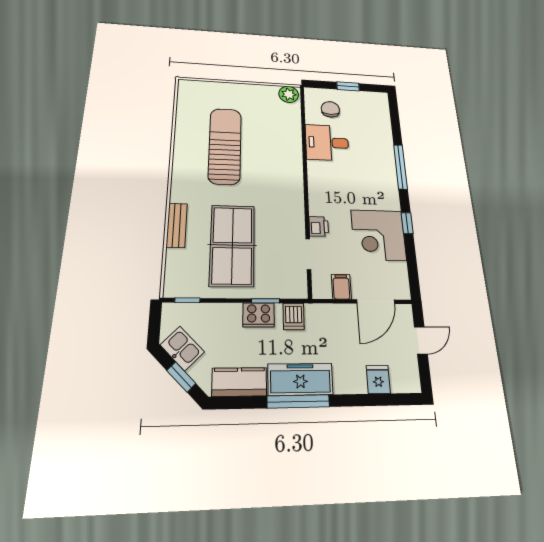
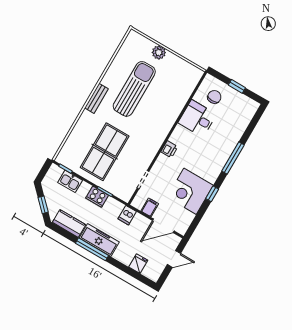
plant: (289, 94) -> (159, 52), moved
bench: (177, 225) -> (96, 98), moved
printer: (319, 226) -> (169, 149), moved
dishwasher: (294, 316) -> (127, 215), moved
kitchen sink: (182, 348) -> (70, 181), moved, turned 135

